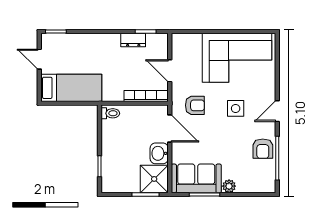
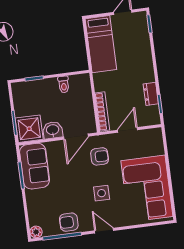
armchair: (195, 105) -> (100, 156), turned -90
toilet: (110, 113) -> (64, 84), moved
plant: (229, 186) -> (36, 232), moved

